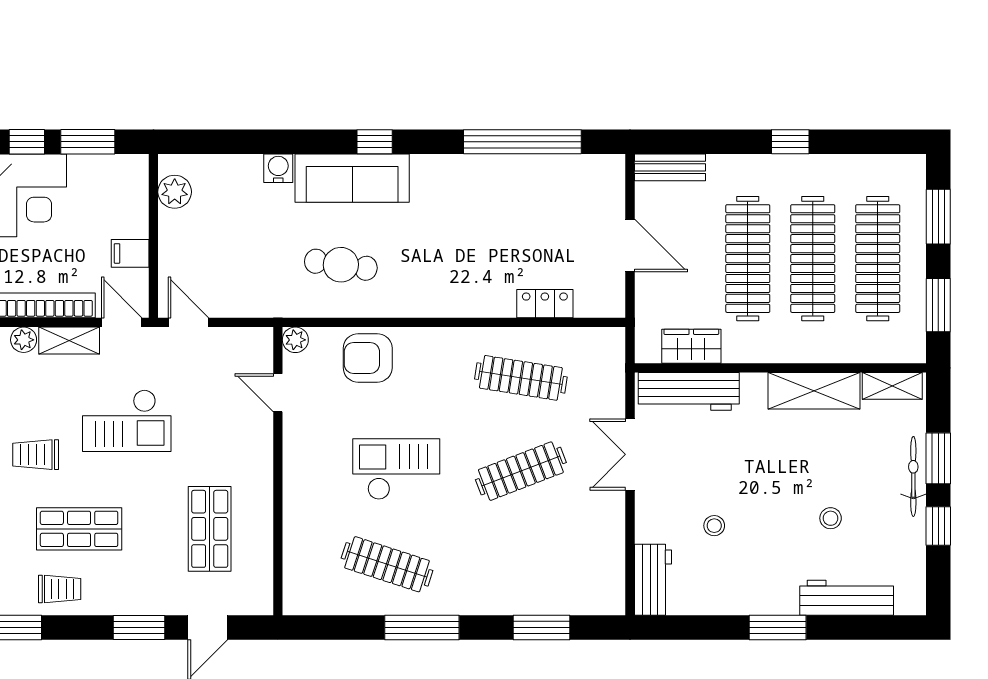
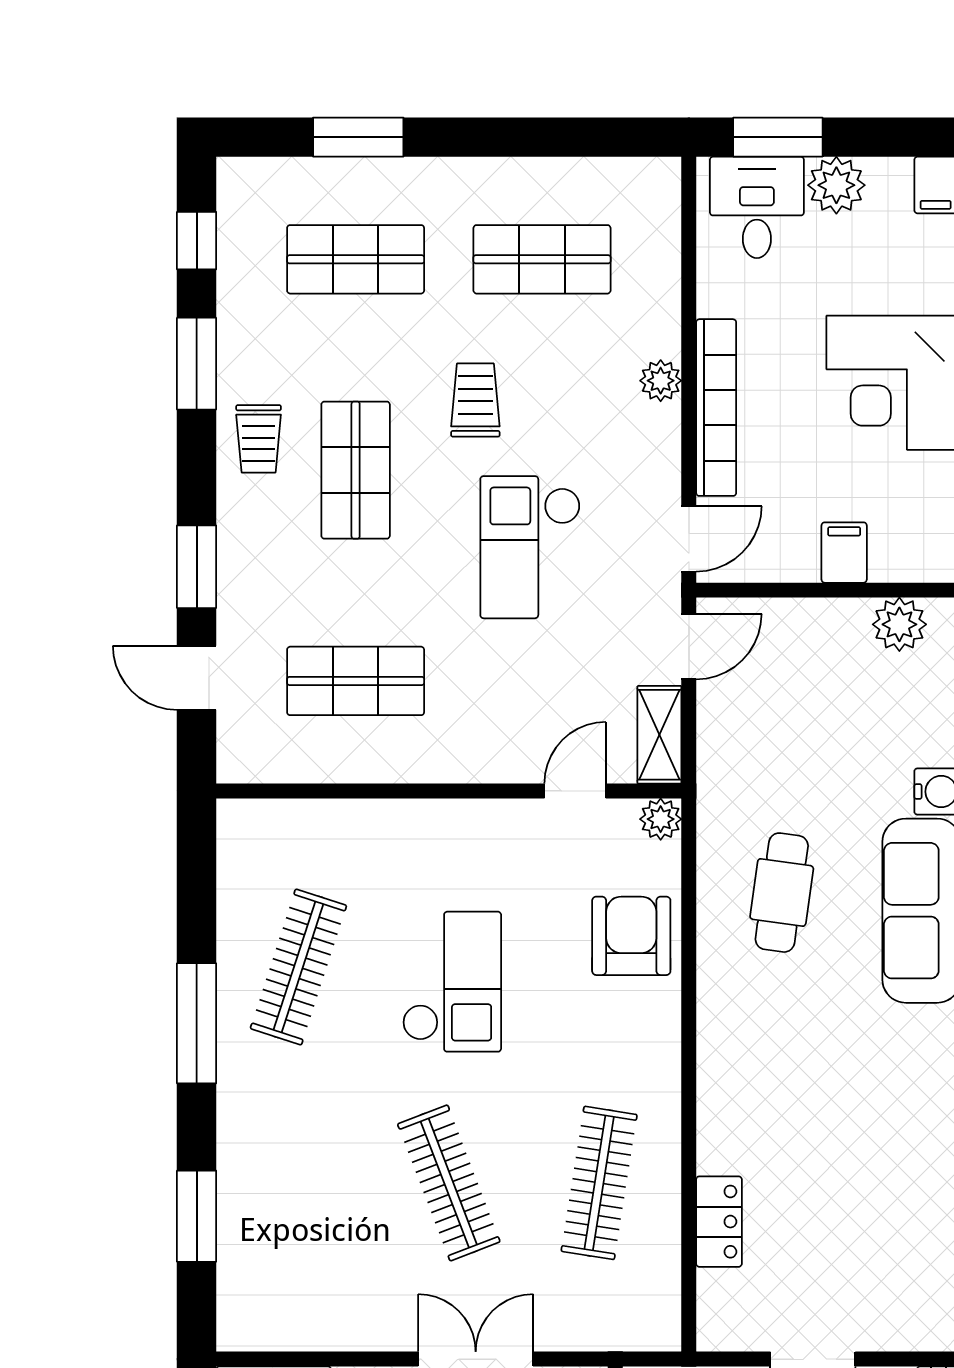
filing cabinet: (130, 253) -> (844, 553), moved
shelving: (69, 341) -> (659, 735), moved

